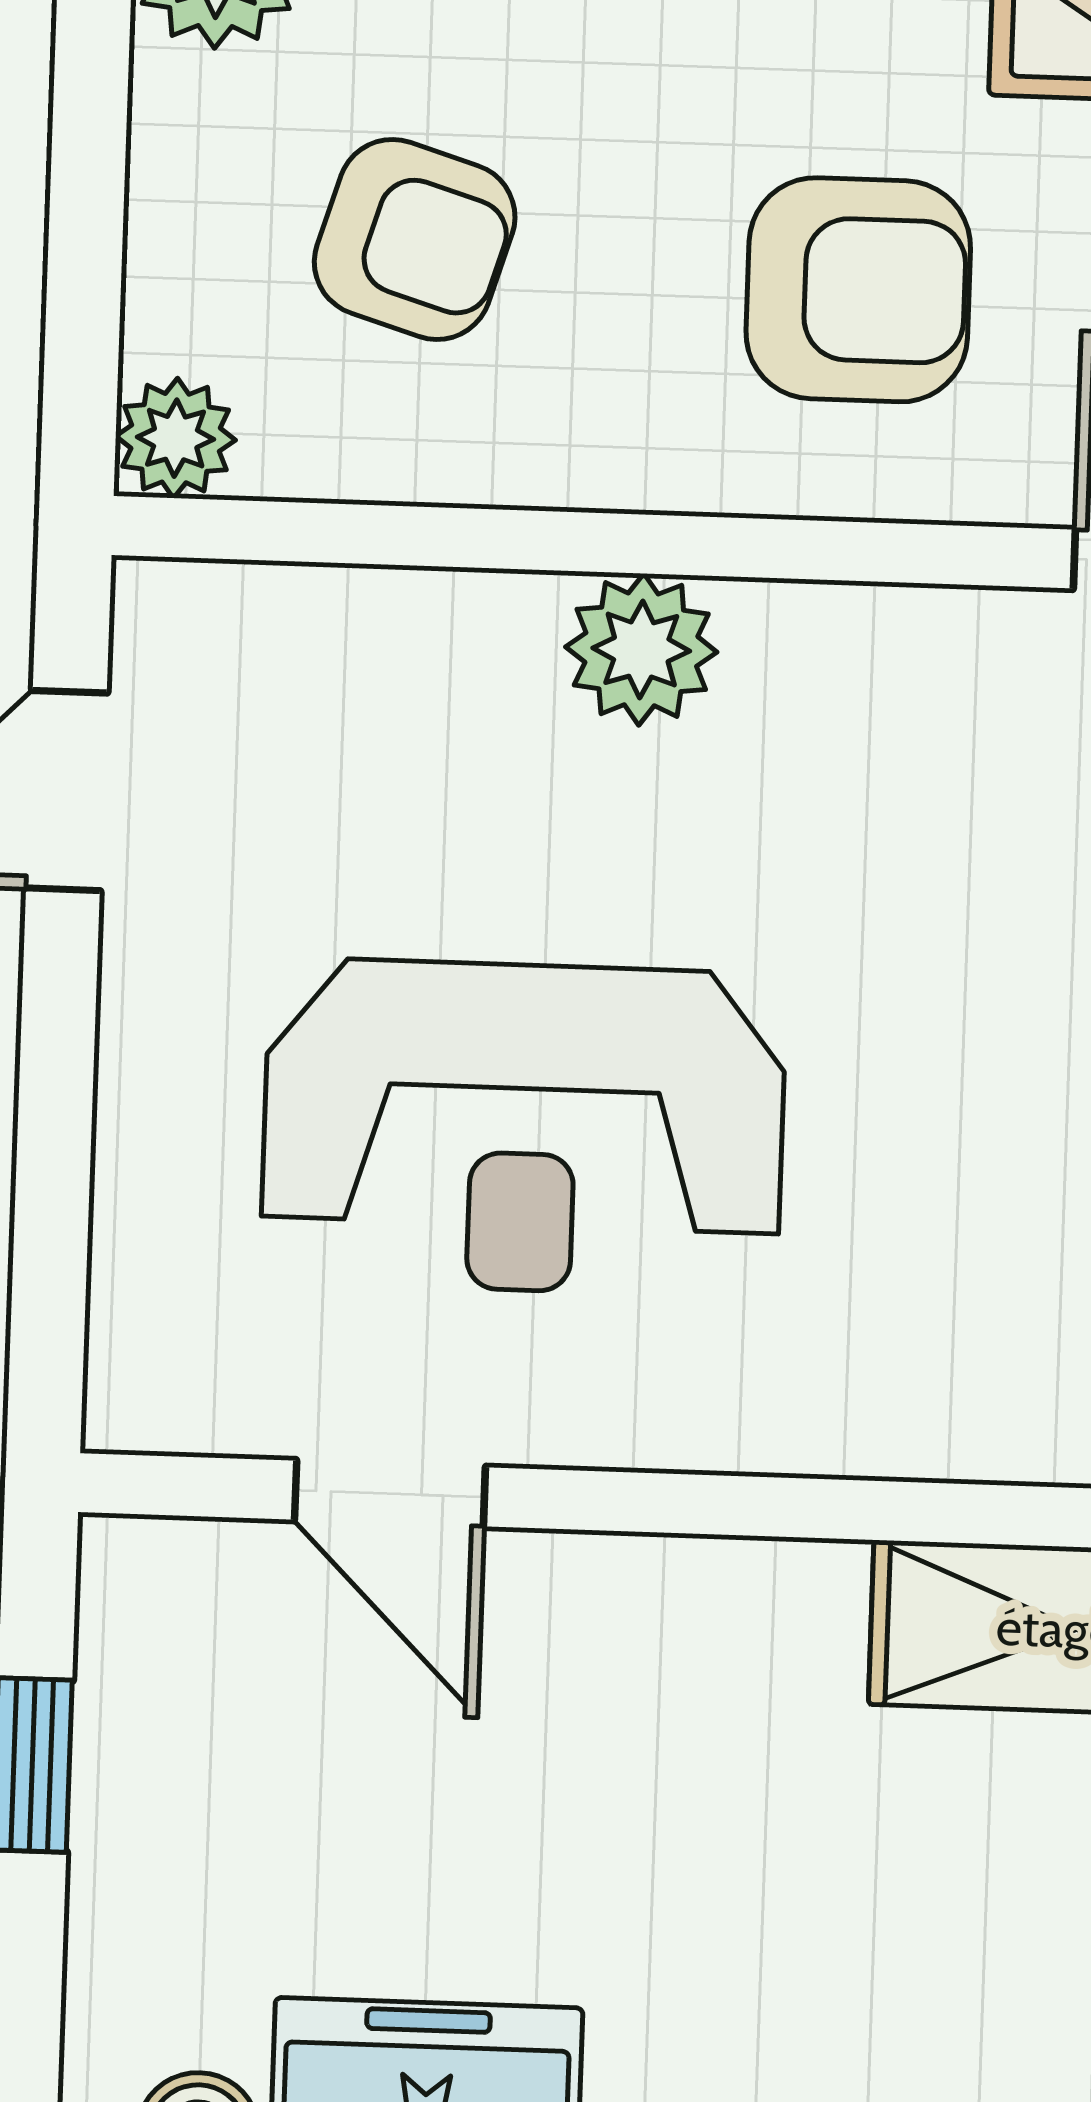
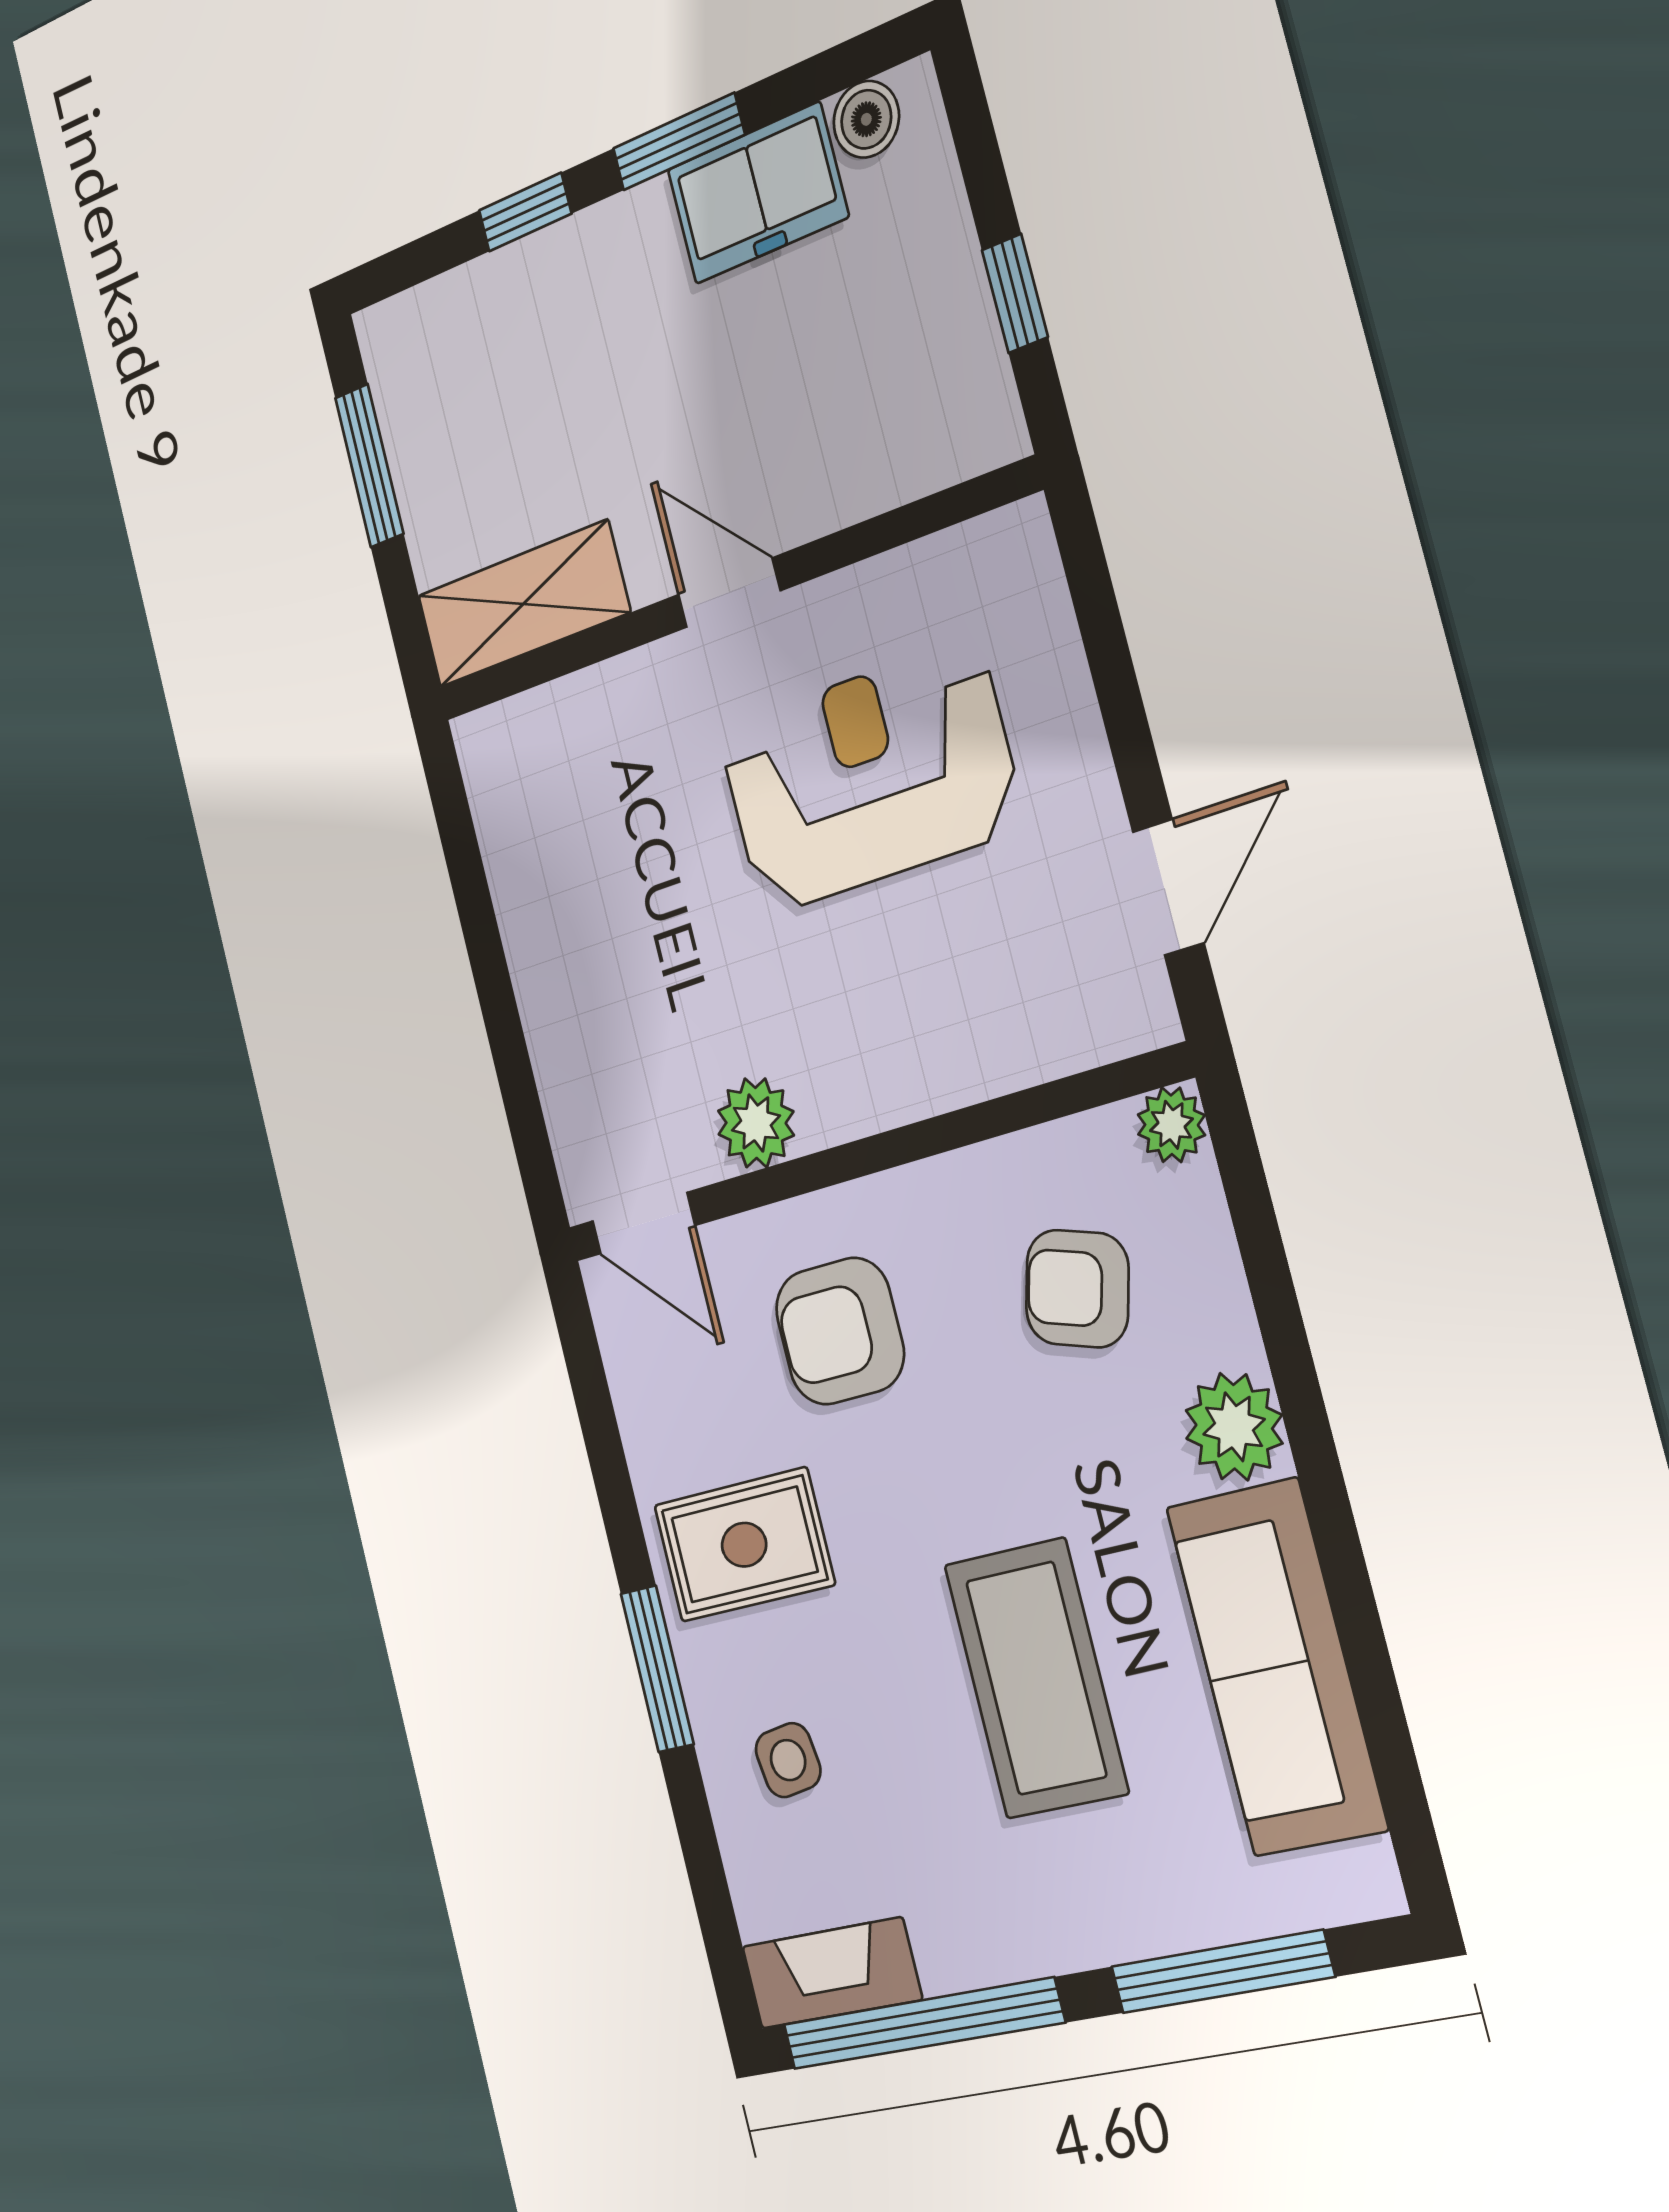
plant: (641, 649) -> (756, 1123), moved
door: (390, 1494) -> (729, 593), moved

